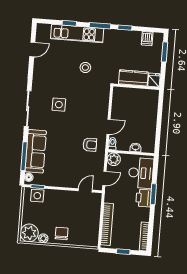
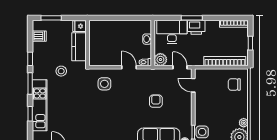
stool: (85, 68) -> (61, 71), moved
side table: (59, 105) -> (104, 84), moved
armchair: (90, 145) -> (156, 101), moved
chair: (62, 233) -> (234, 84), moved

